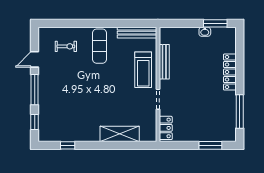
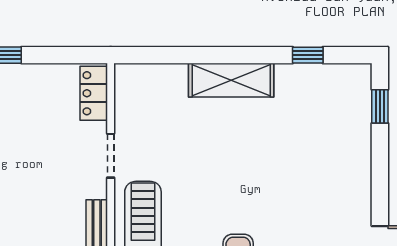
window: (35, 90) -> (380, 177), removed
shelving: (120, 134) -> (231, 80), moved

